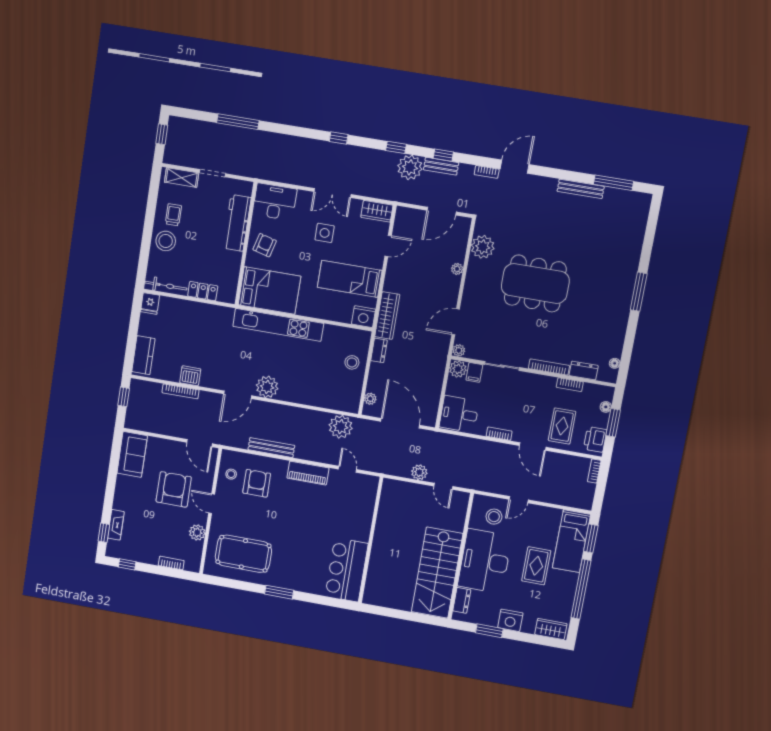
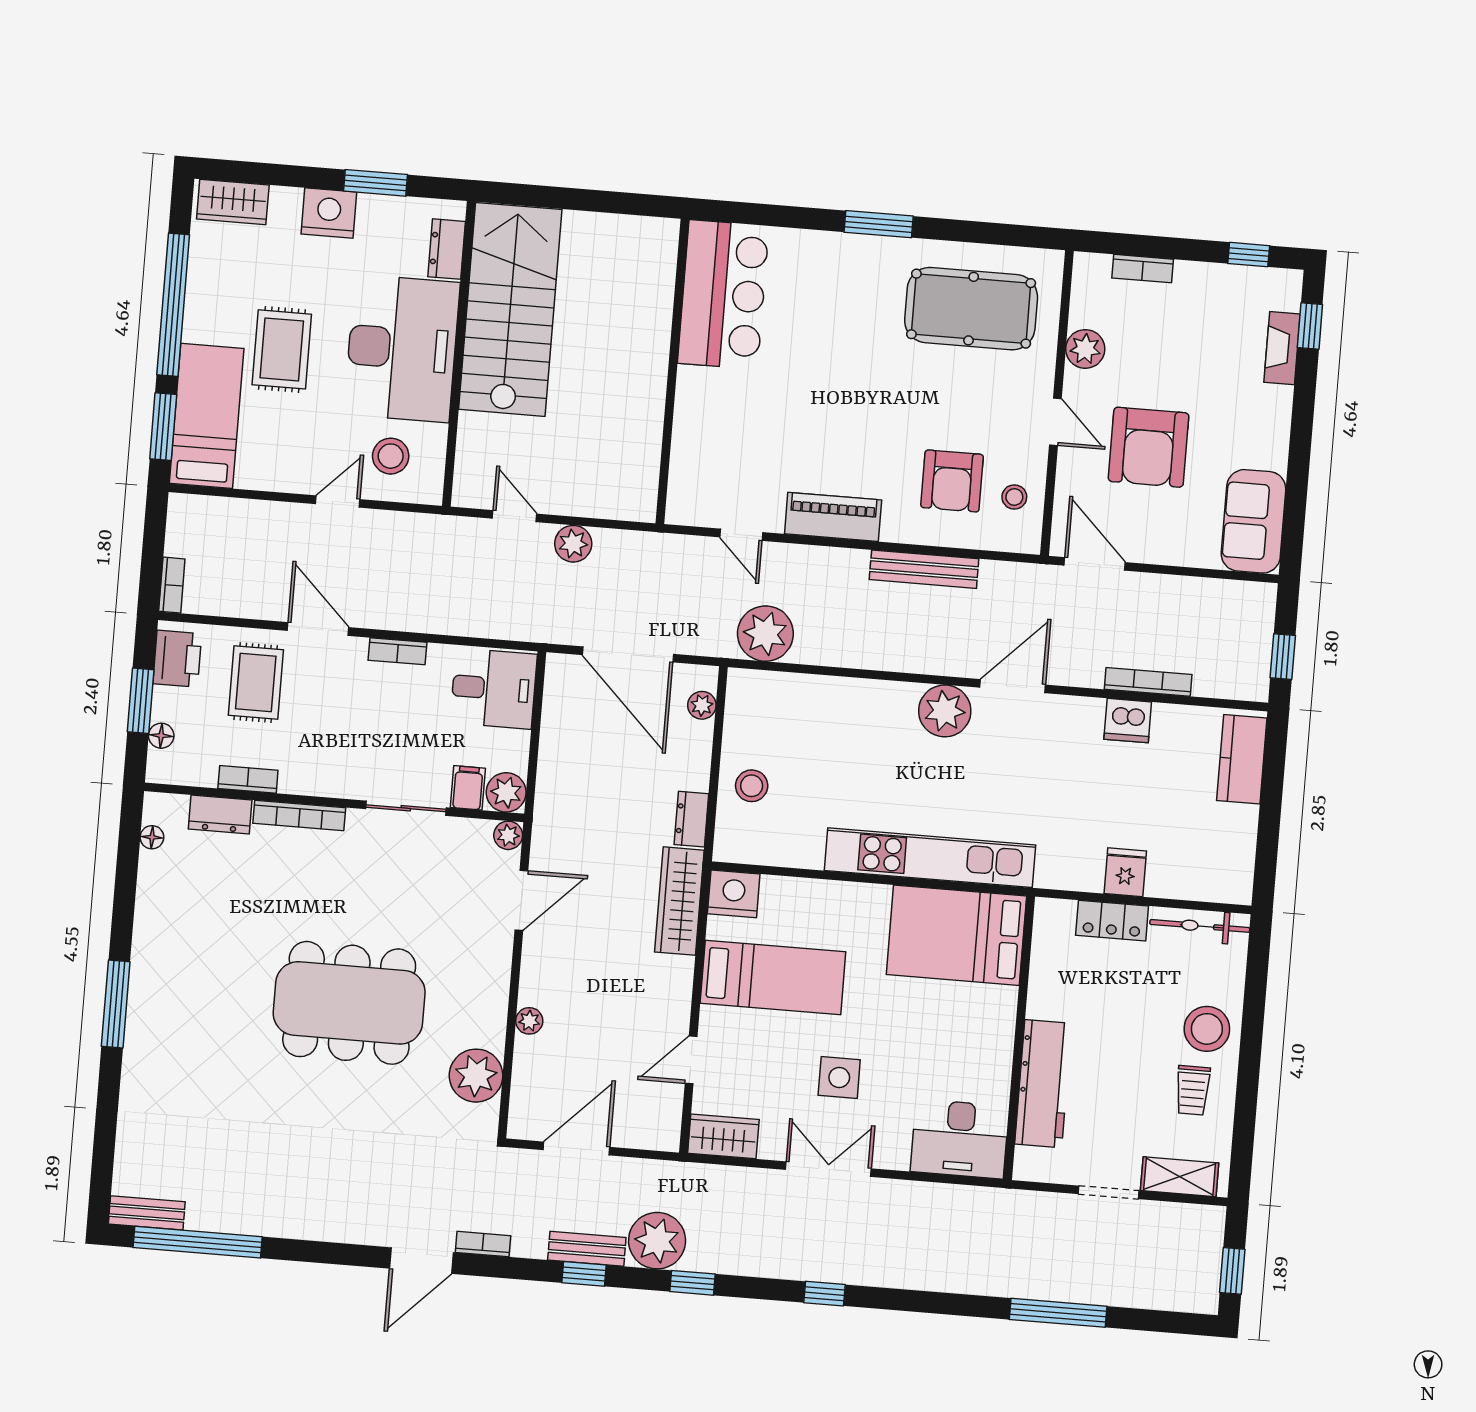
window: (613, 183) -> (198, 1242), width x1.46
bench: (581, 189) -> (147, 1213), moved, width x0.73
armchair: (265, 245) -> (975, 1038), removed
fridge: (150, 304) -> (1125, 872), moved

